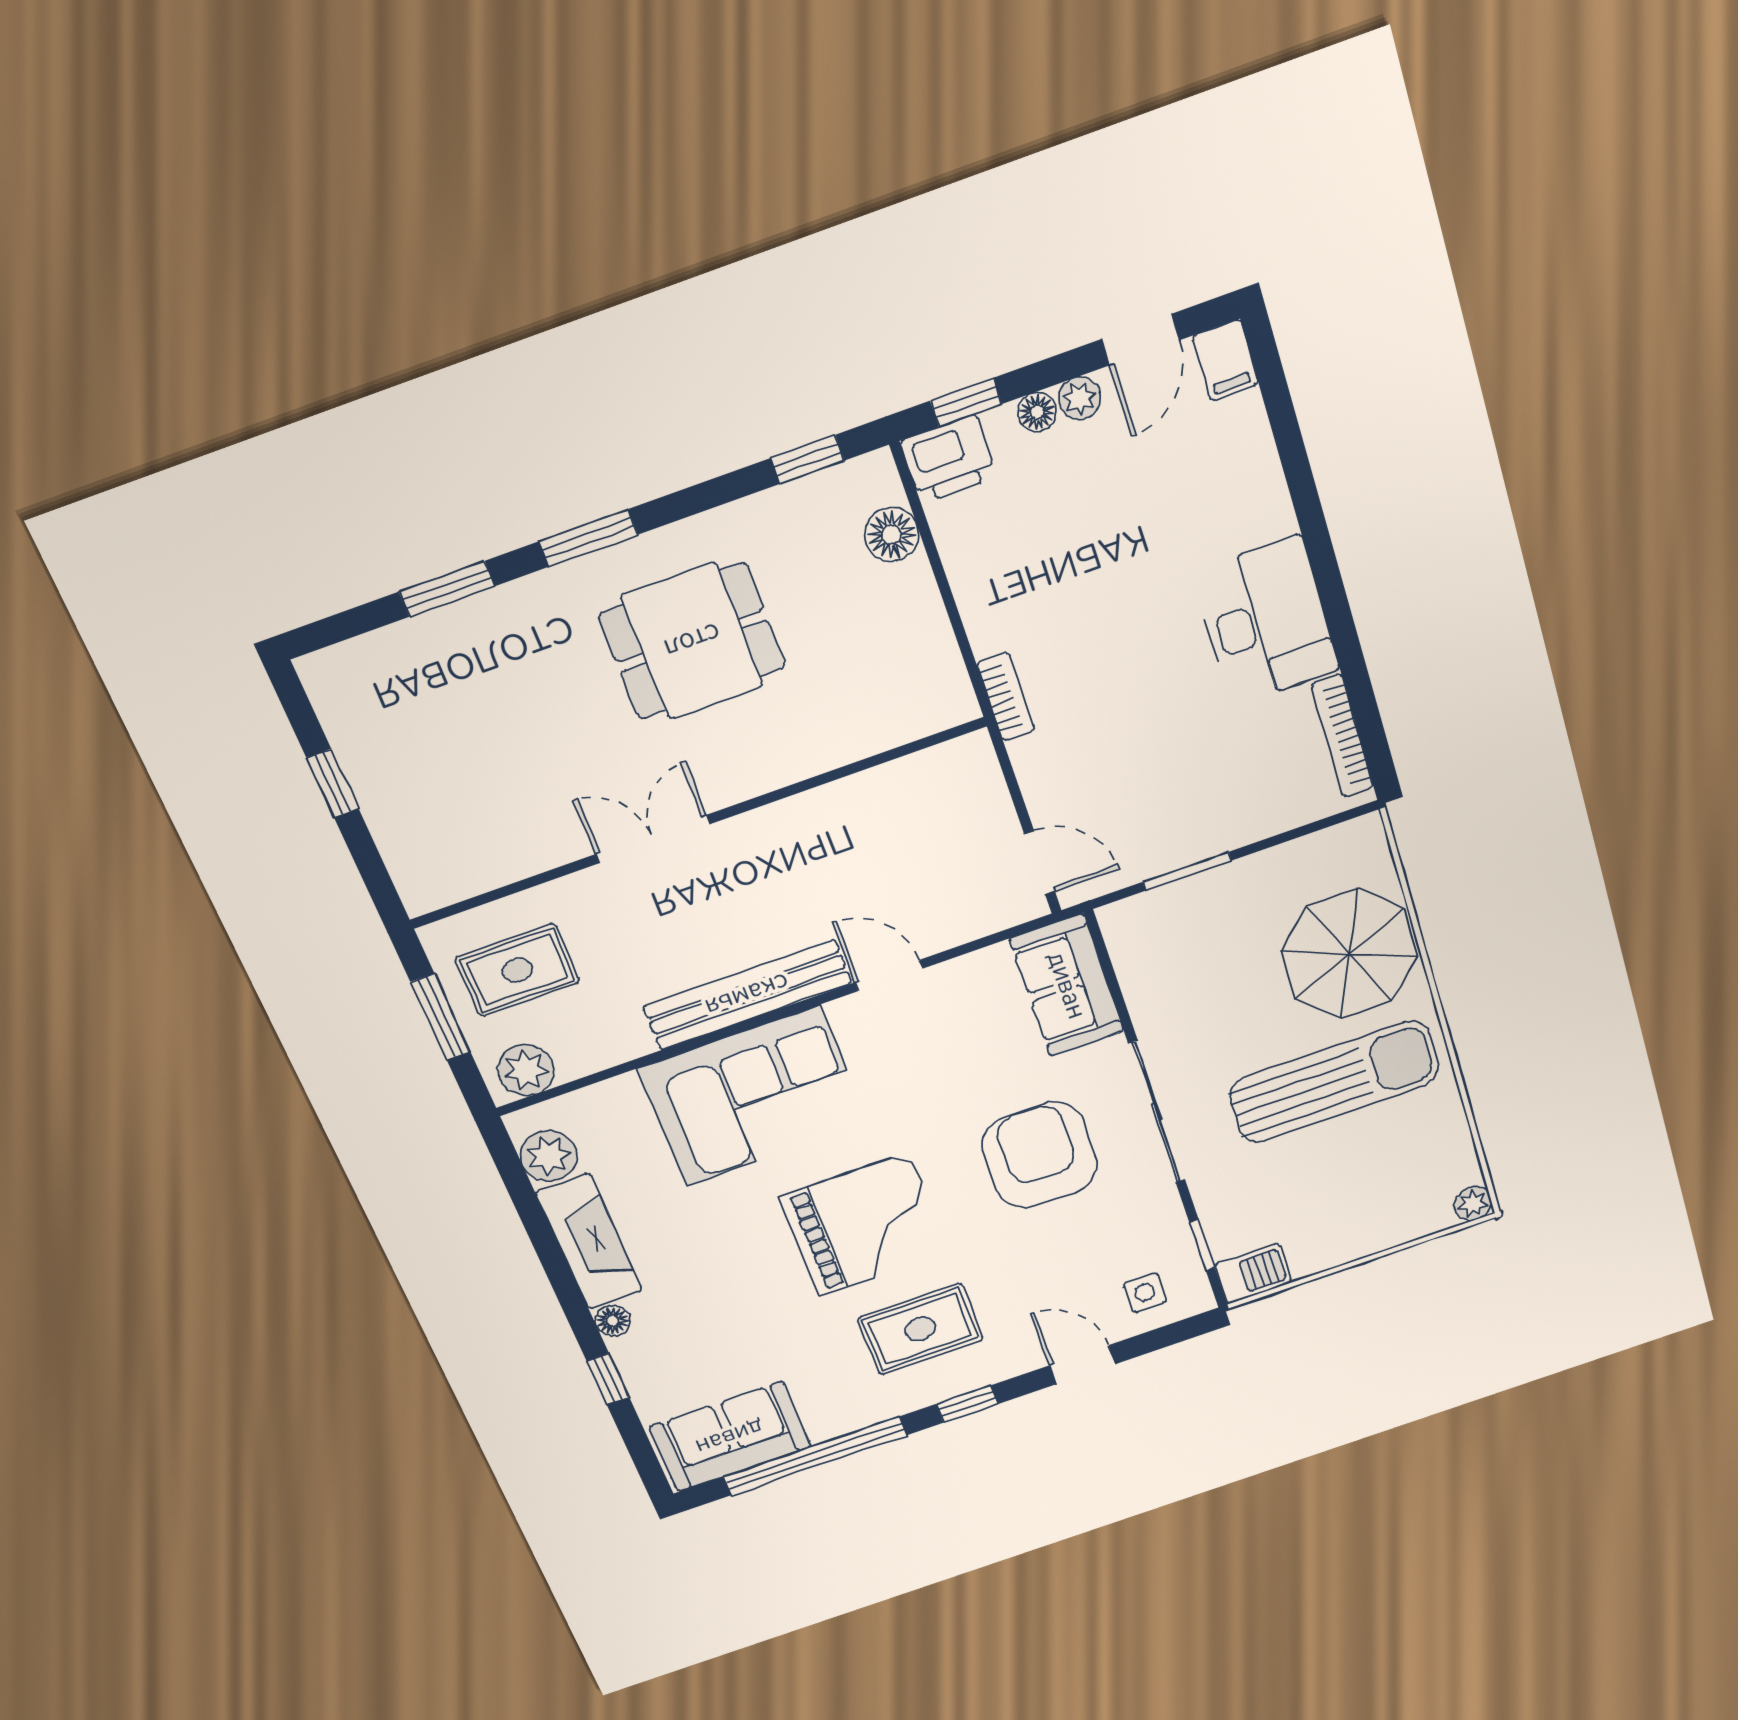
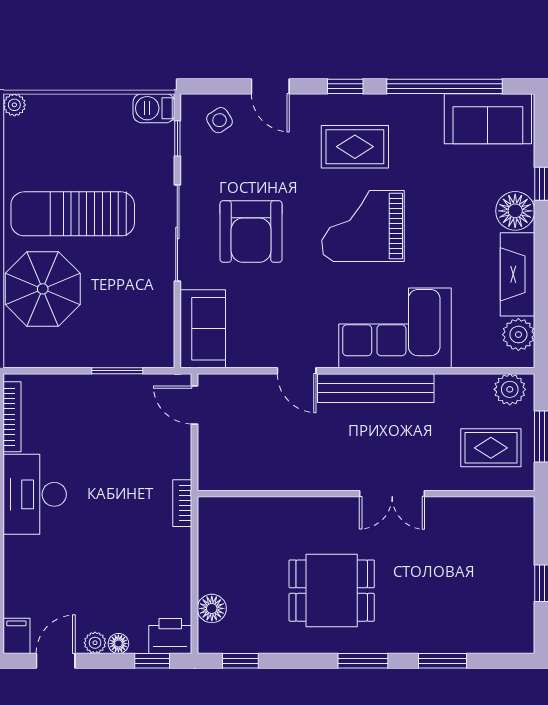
side table: (1145, 1293) -> (220, 120), turned -33
floor lamp: (613, 1321) -> (515, 211), width x1.89, depth x1.89

